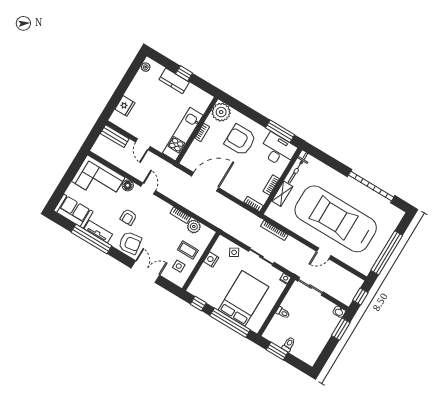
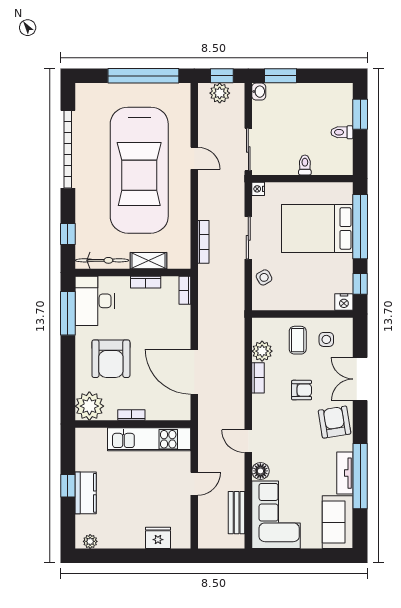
bench: (115, 136) -> (237, 513), moved
window: (324, 158) -> (68, 234), added
door: (148, 189) -> (248, 441), hinge flipped
armchair: (128, 217) -> (302, 390), moved
nightstand: (211, 259) -> (344, 302), moved
plant: (351, 289) -> (220, 93), added
window: (277, 351) -> (360, 114), moved

